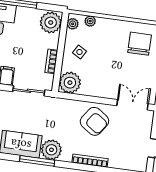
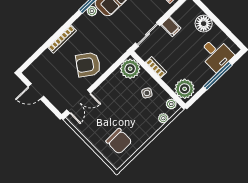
plant: (51, 150) -> (92, 11), width x0.53, depth x0.53

